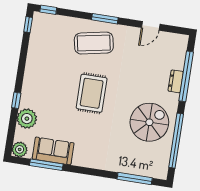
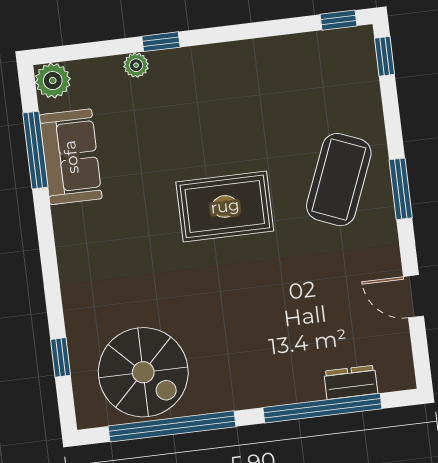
coffee table: (94, 43) -> (339, 180), turned 33
dresser: (176, 81) -> (351, 382), moved
plant: (27, 119) -> (136, 65), width x0.53, depth x0.53
spiral stairs: (149, 122) -> (143, 372), moved
window: (135, 179) -> (60, 357), width x0.46

